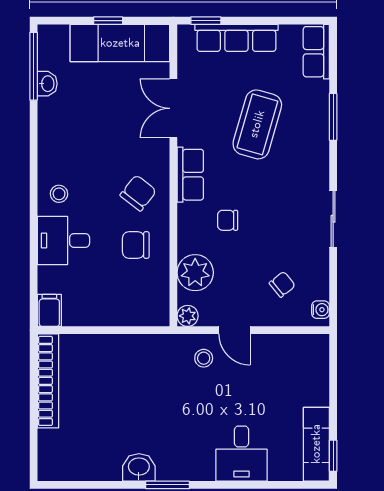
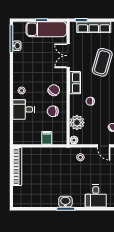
filing cabinet: (49, 310) -> (47, 138), moved
door: (235, 330) -> (104, 146), moved
washbasin: (139, 467) -> (65, 202), moved

